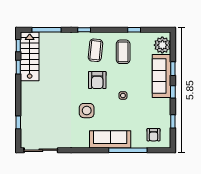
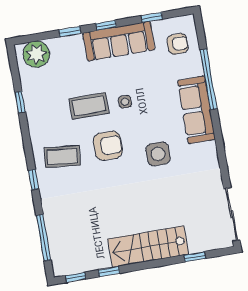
coffee table: (123, 52) -> (89, 106), moved
stairs: (30, 56) -> (148, 247), moved
sofa: (162, 76) -> (119, 41), moved

